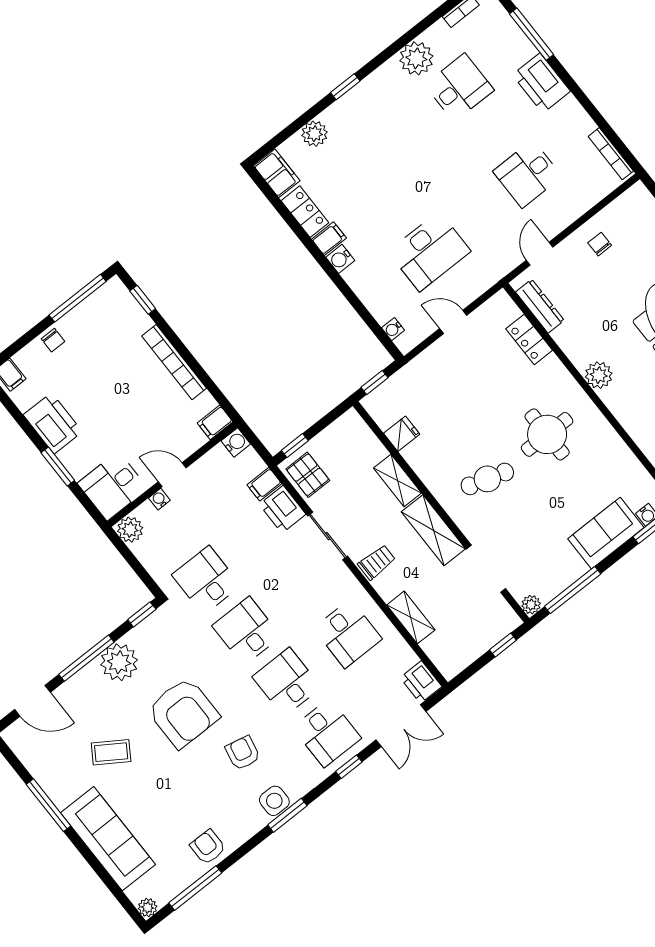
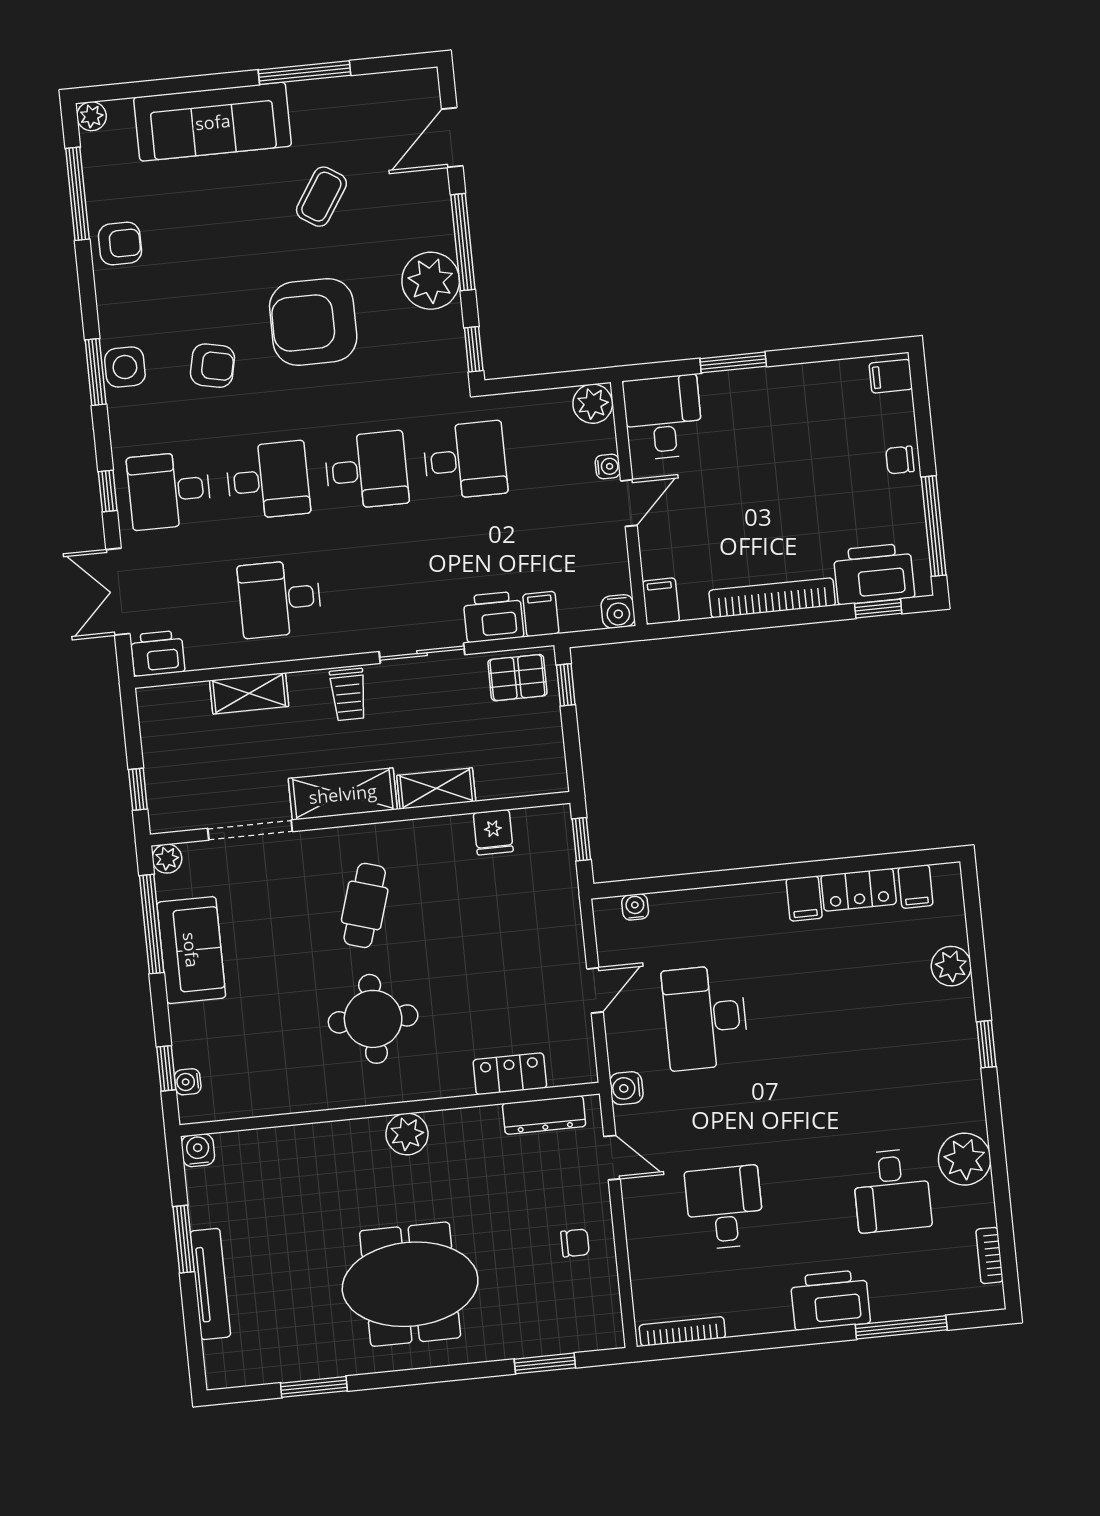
filing cabinet: (277, 173) -> (916, 886), width x0.50
water cooler: (340, 259) -> (626, 1088), moved, turned -90
printer: (53, 423) -> (874, 574), moved, turned 180
sofa: (606, 533) -> (191, 950), moved

